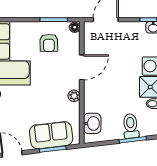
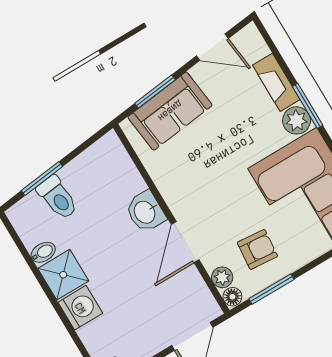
armchair: (49, 43) -> (257, 249), turned 96
plant: (74, 96) -> (222, 277), moved
washbasin: (92, 123) -> (145, 212), moved

